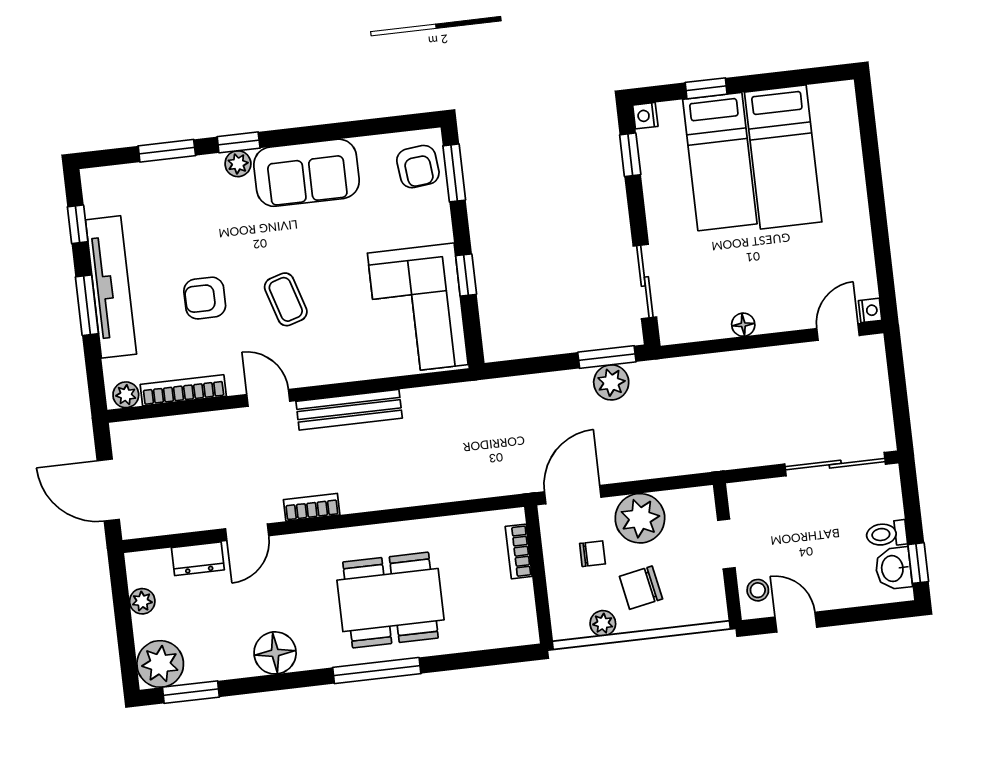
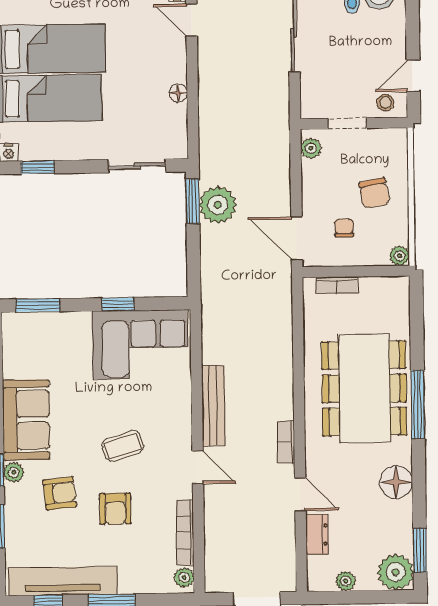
armchair: (418, 167) -> (60, 493), moved
tv unit: (111, 287) -> (63, 581), moved
plant: (611, 382) -> (218, 205), width x1.36, depth x1.36
door: (268, 398) -> (198, 467), swing flipped
plant: (640, 518) -> (311, 148), moved, width x0.53, depth x0.53
dining table: (390, 600) -> (364, 388), width x1.36, depth x1.24
plant: (603, 623) -> (399, 256), moved

